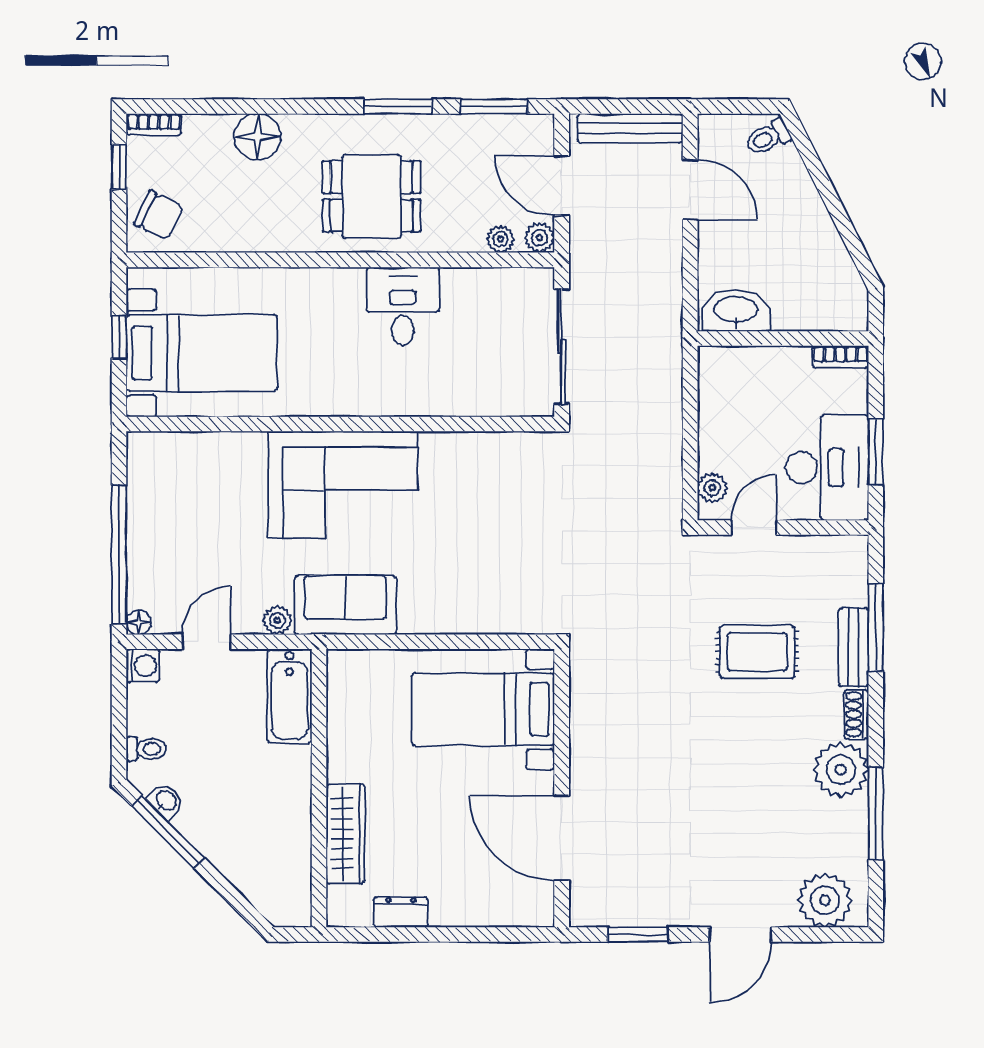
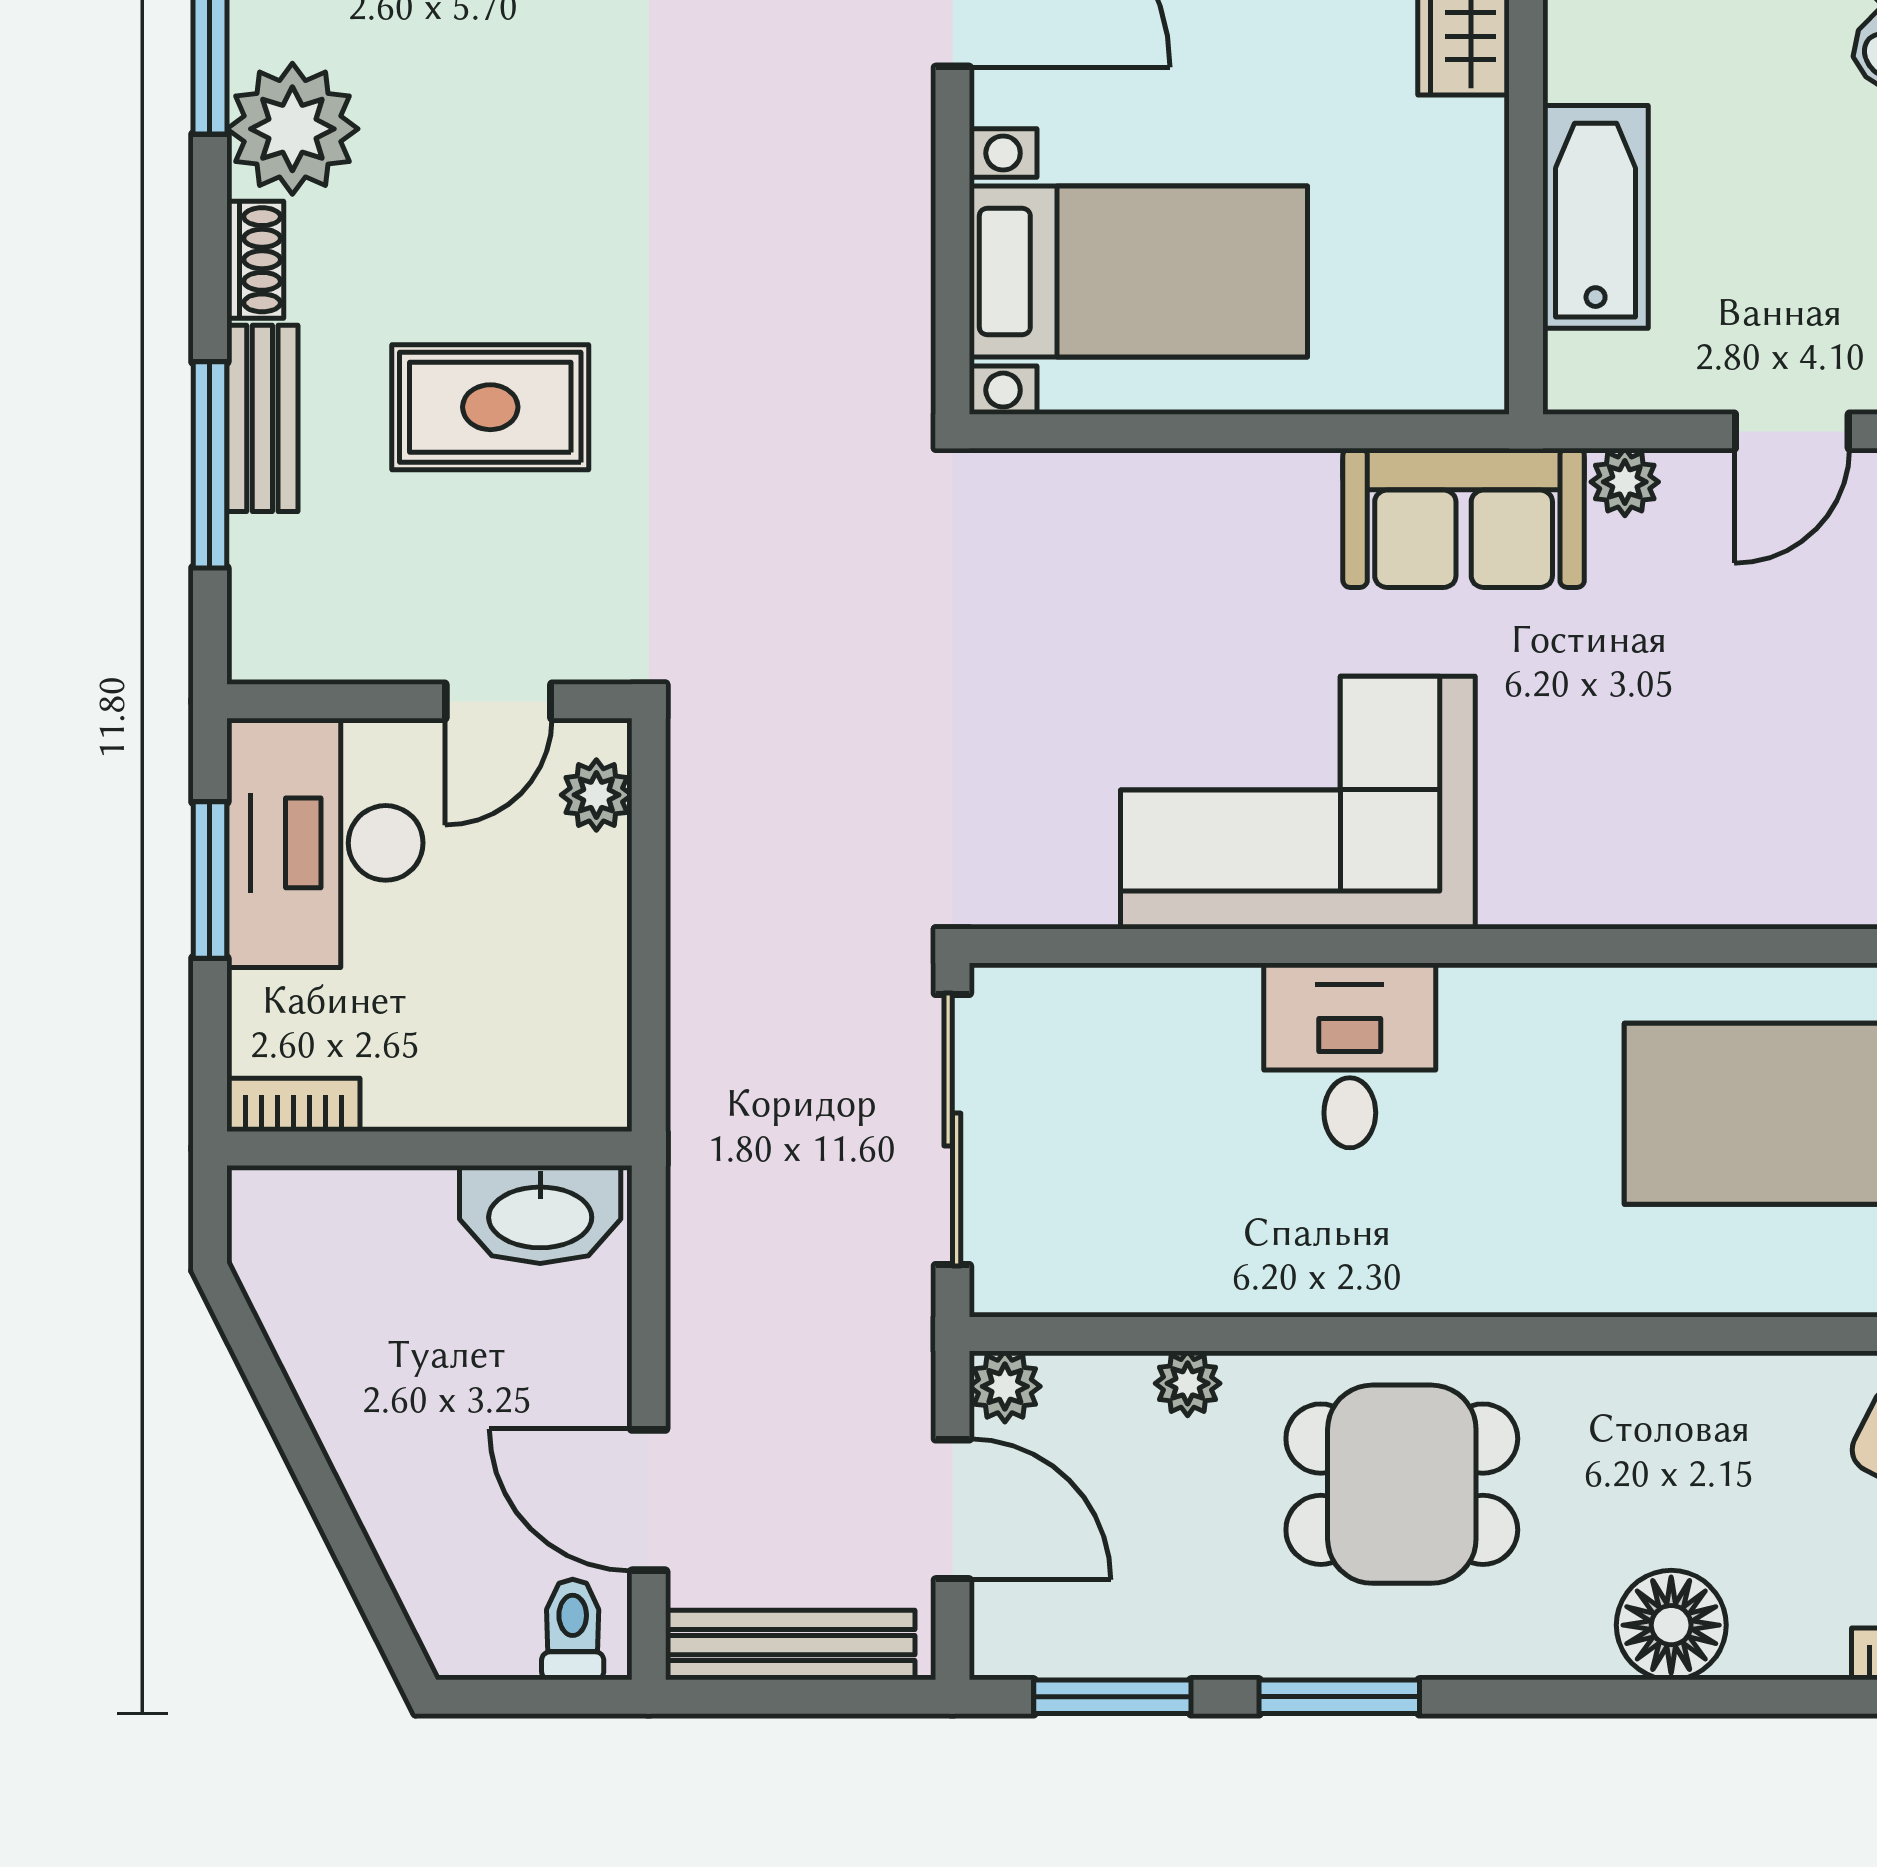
toilet: (768, 137) -> (573, 1629), moved, turned -63
plant: (501, 239) -> (1188, 1383), moved
desk: (403, 306) -> (1350, 1055), moved, turned 180
corner sofa: (343, 485) -> (1298, 803), moved
bathtub: (290, 696) -> (1596, 217), moved

